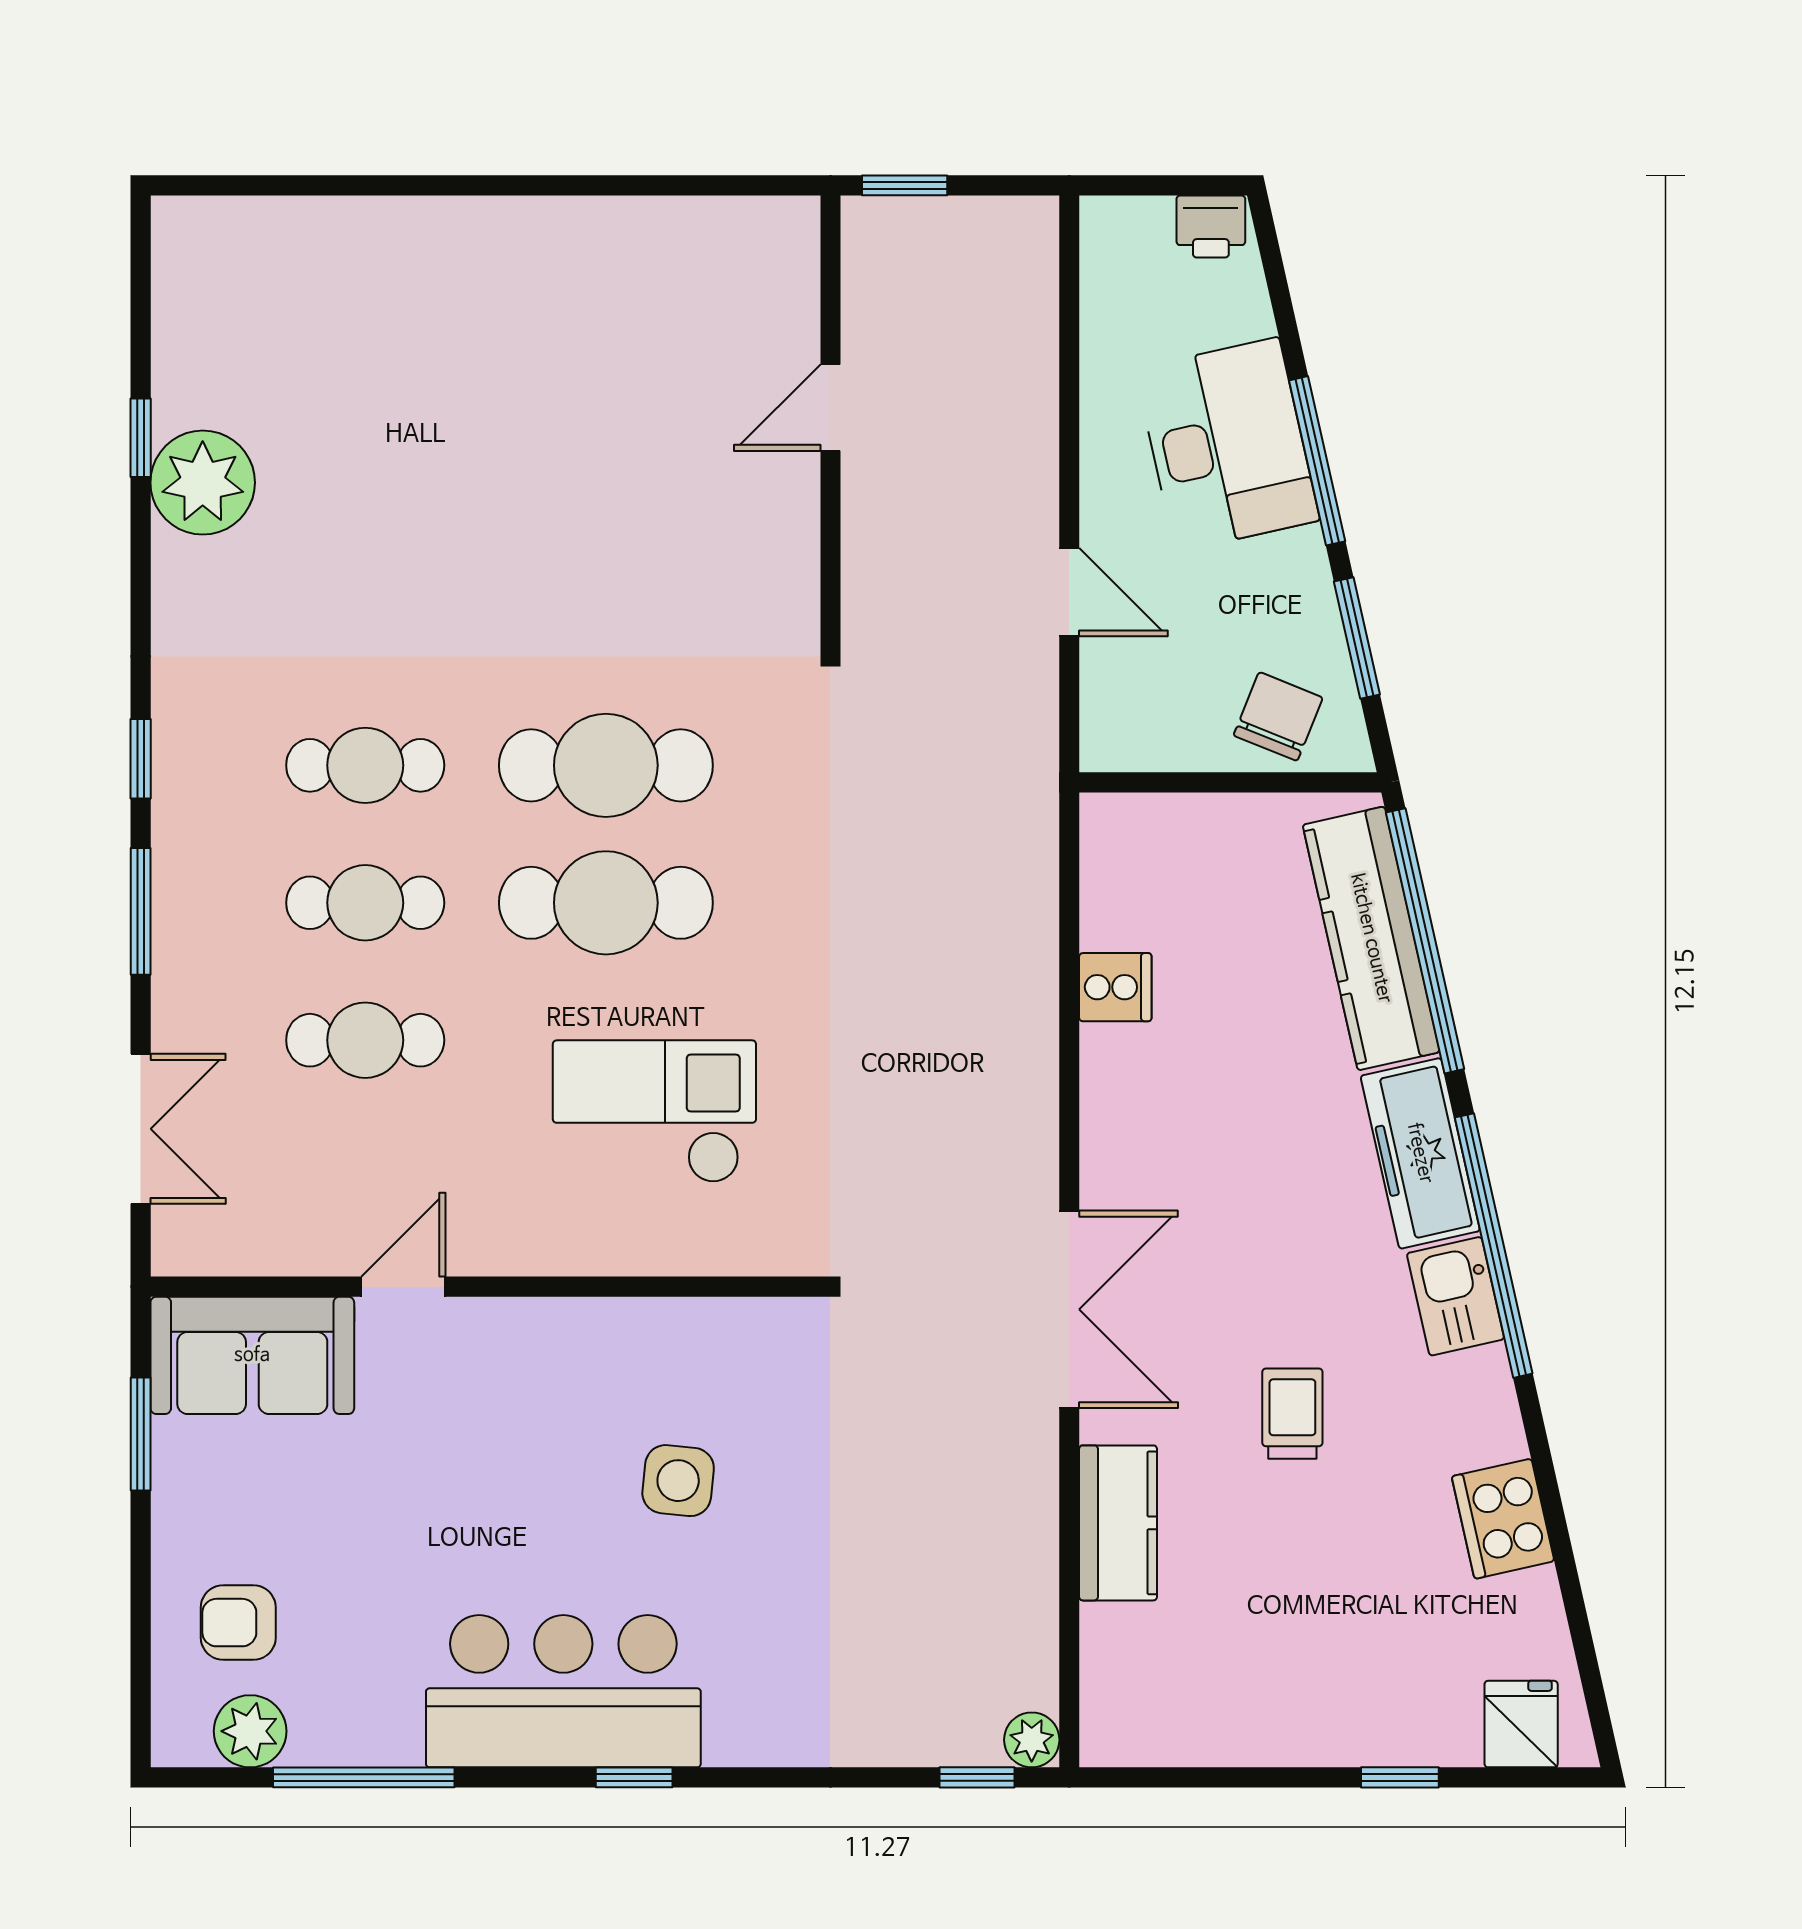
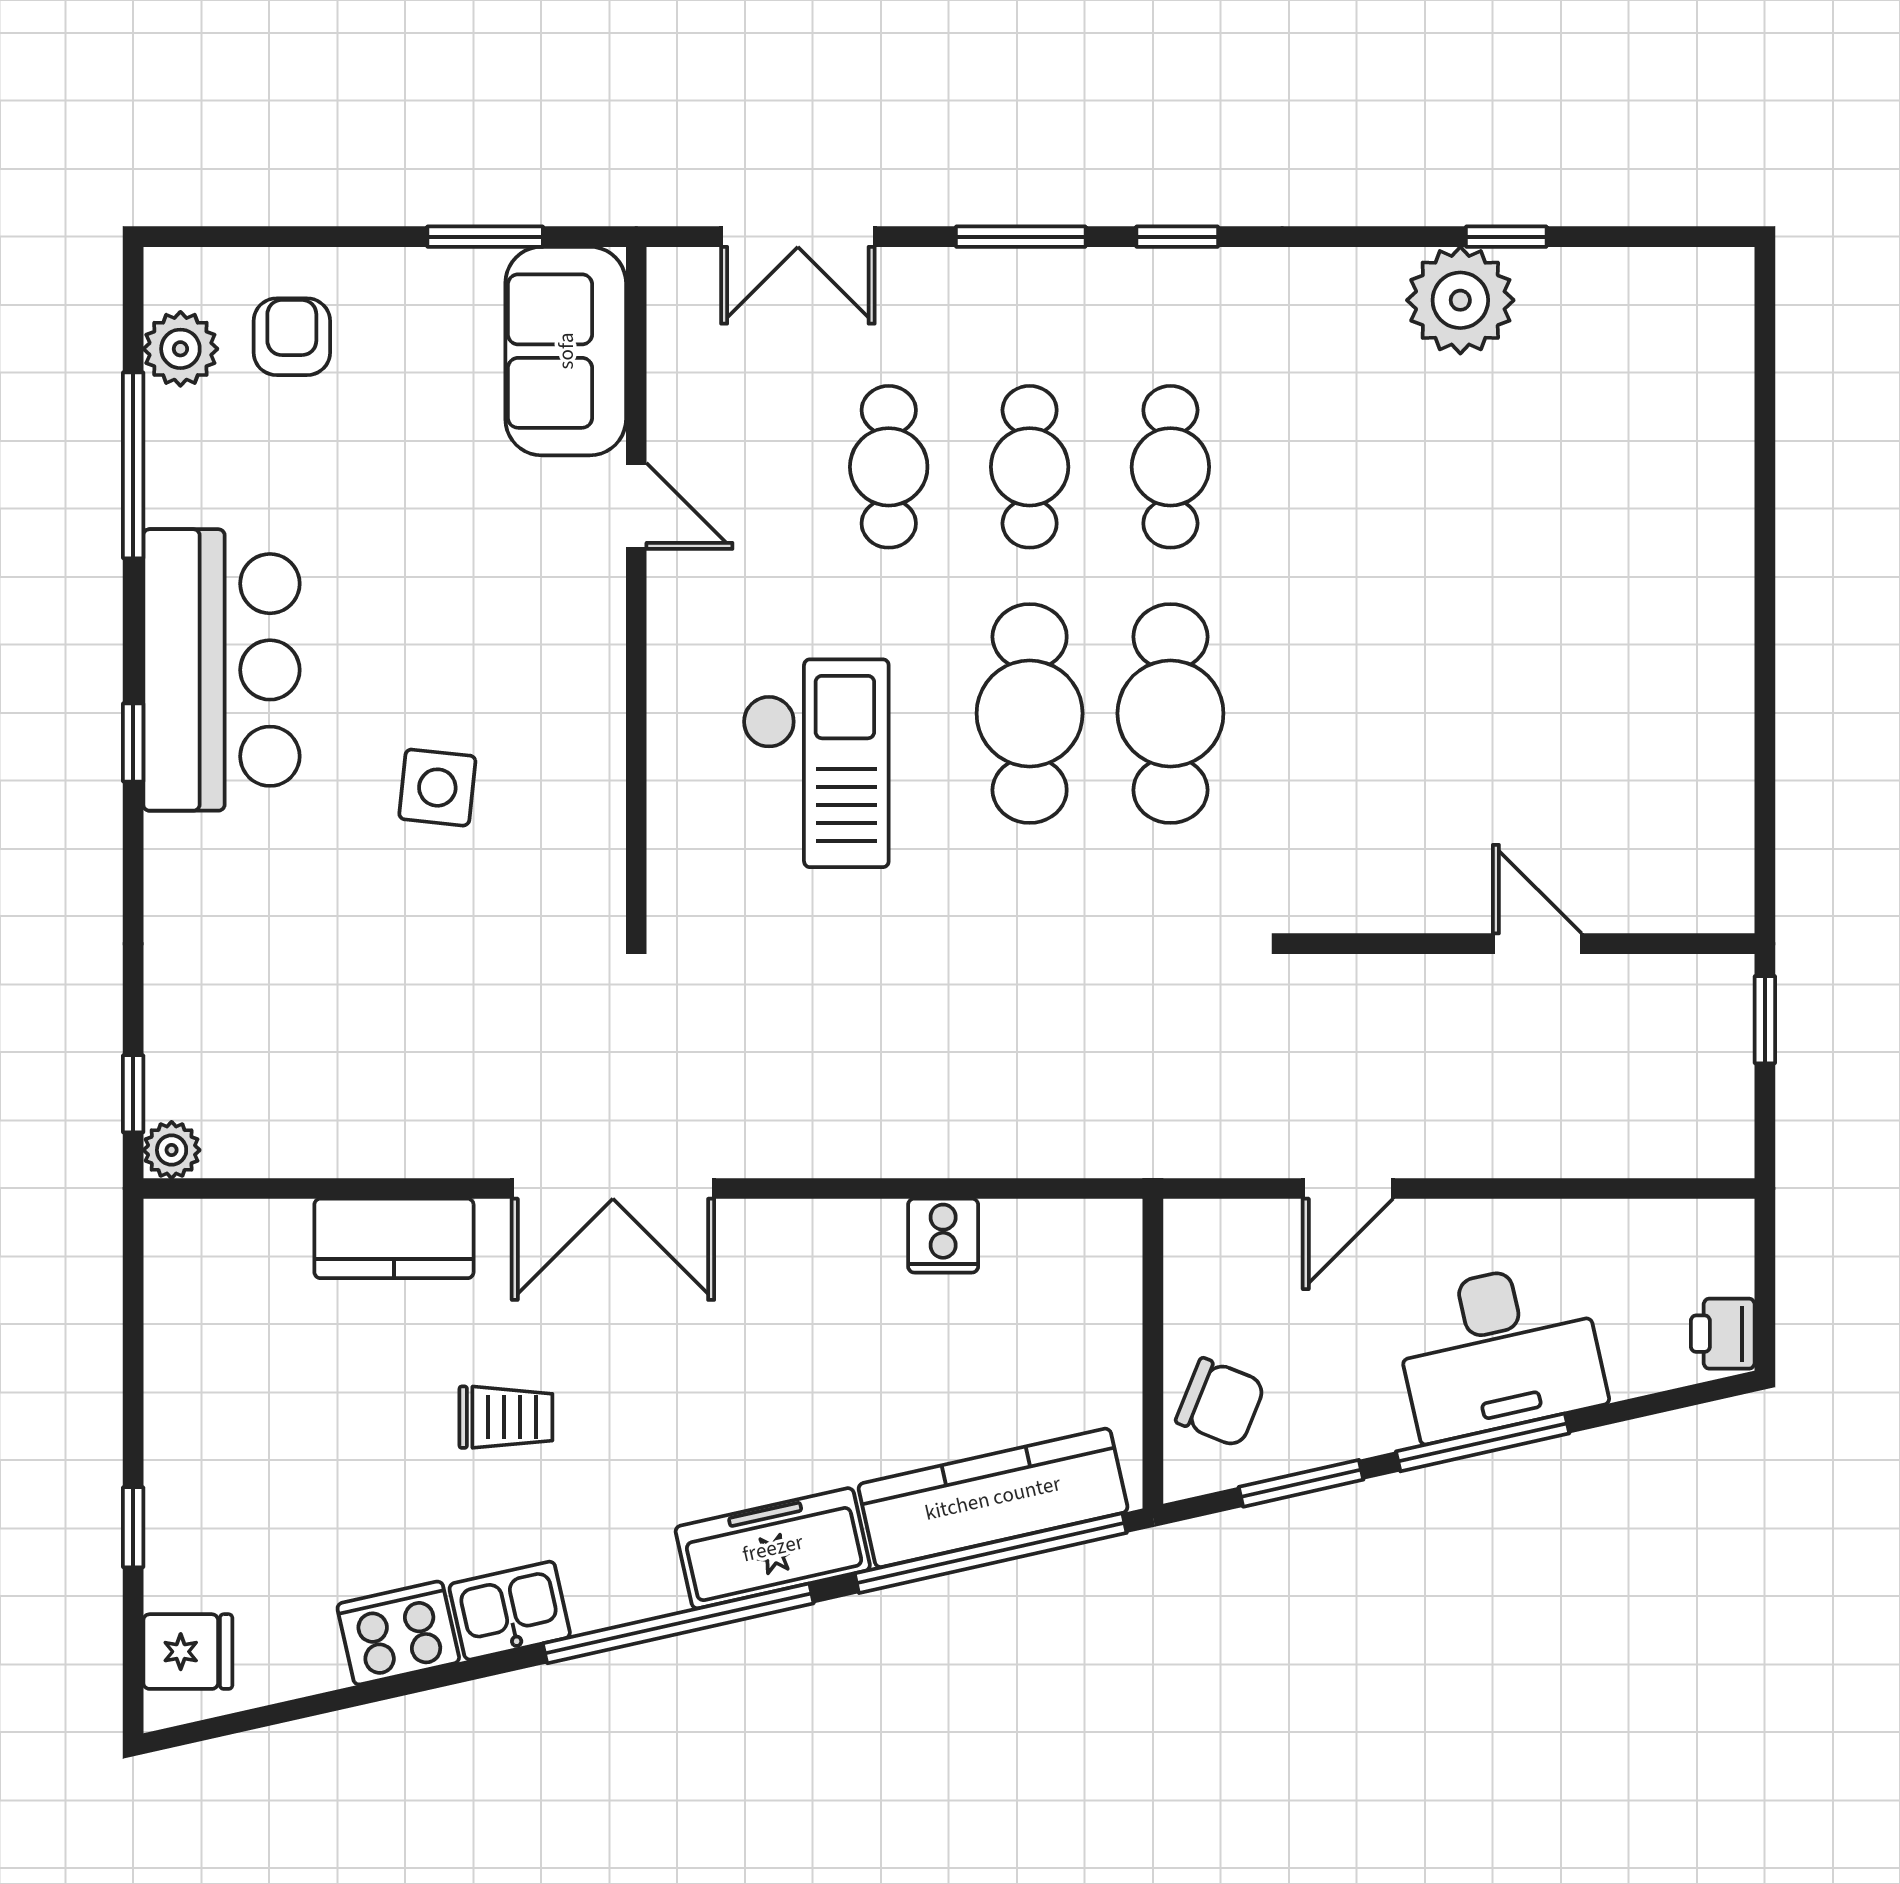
kitchen sink: (1456, 1296) -> (510, 1611), moved

